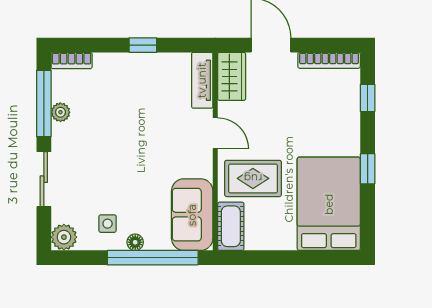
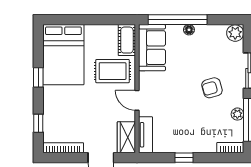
armchair: (100, 153) -> (212, 88), added
side table: (108, 224) -> (207, 42), removed

